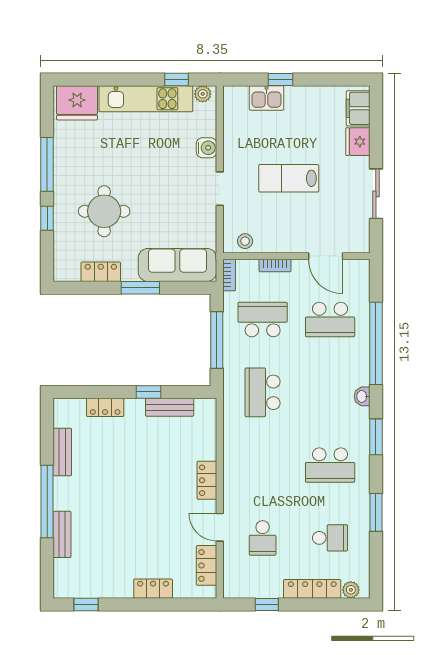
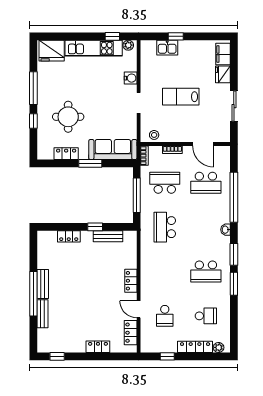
bench: (62, 452) -> (43, 284), moved
window: (376, 512) -> (234, 284), moved

